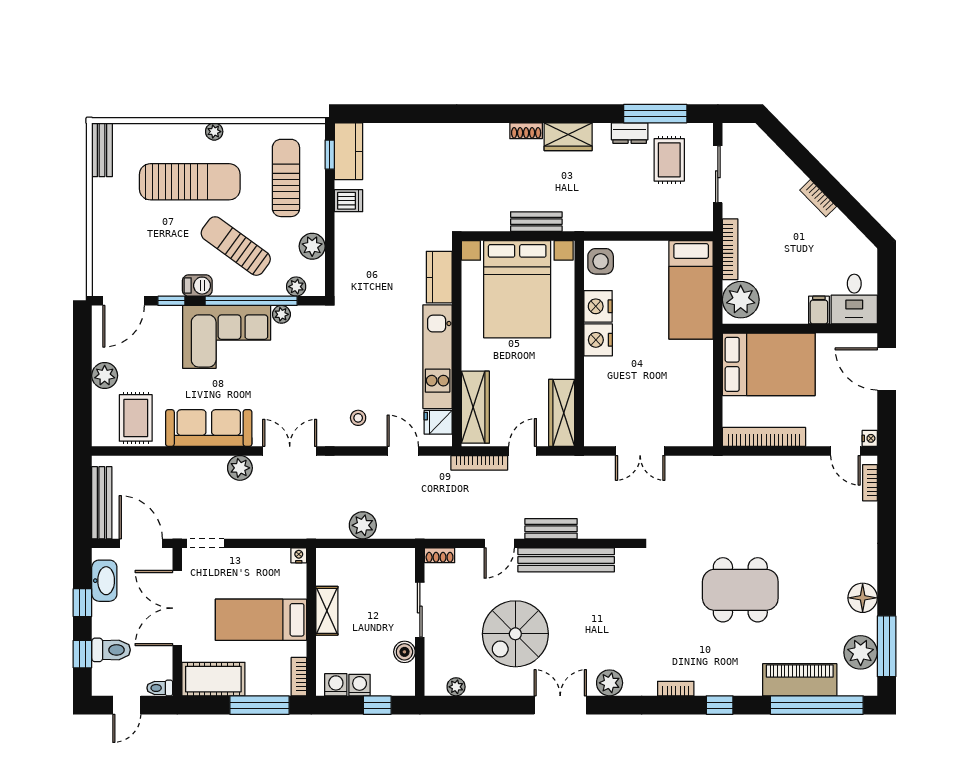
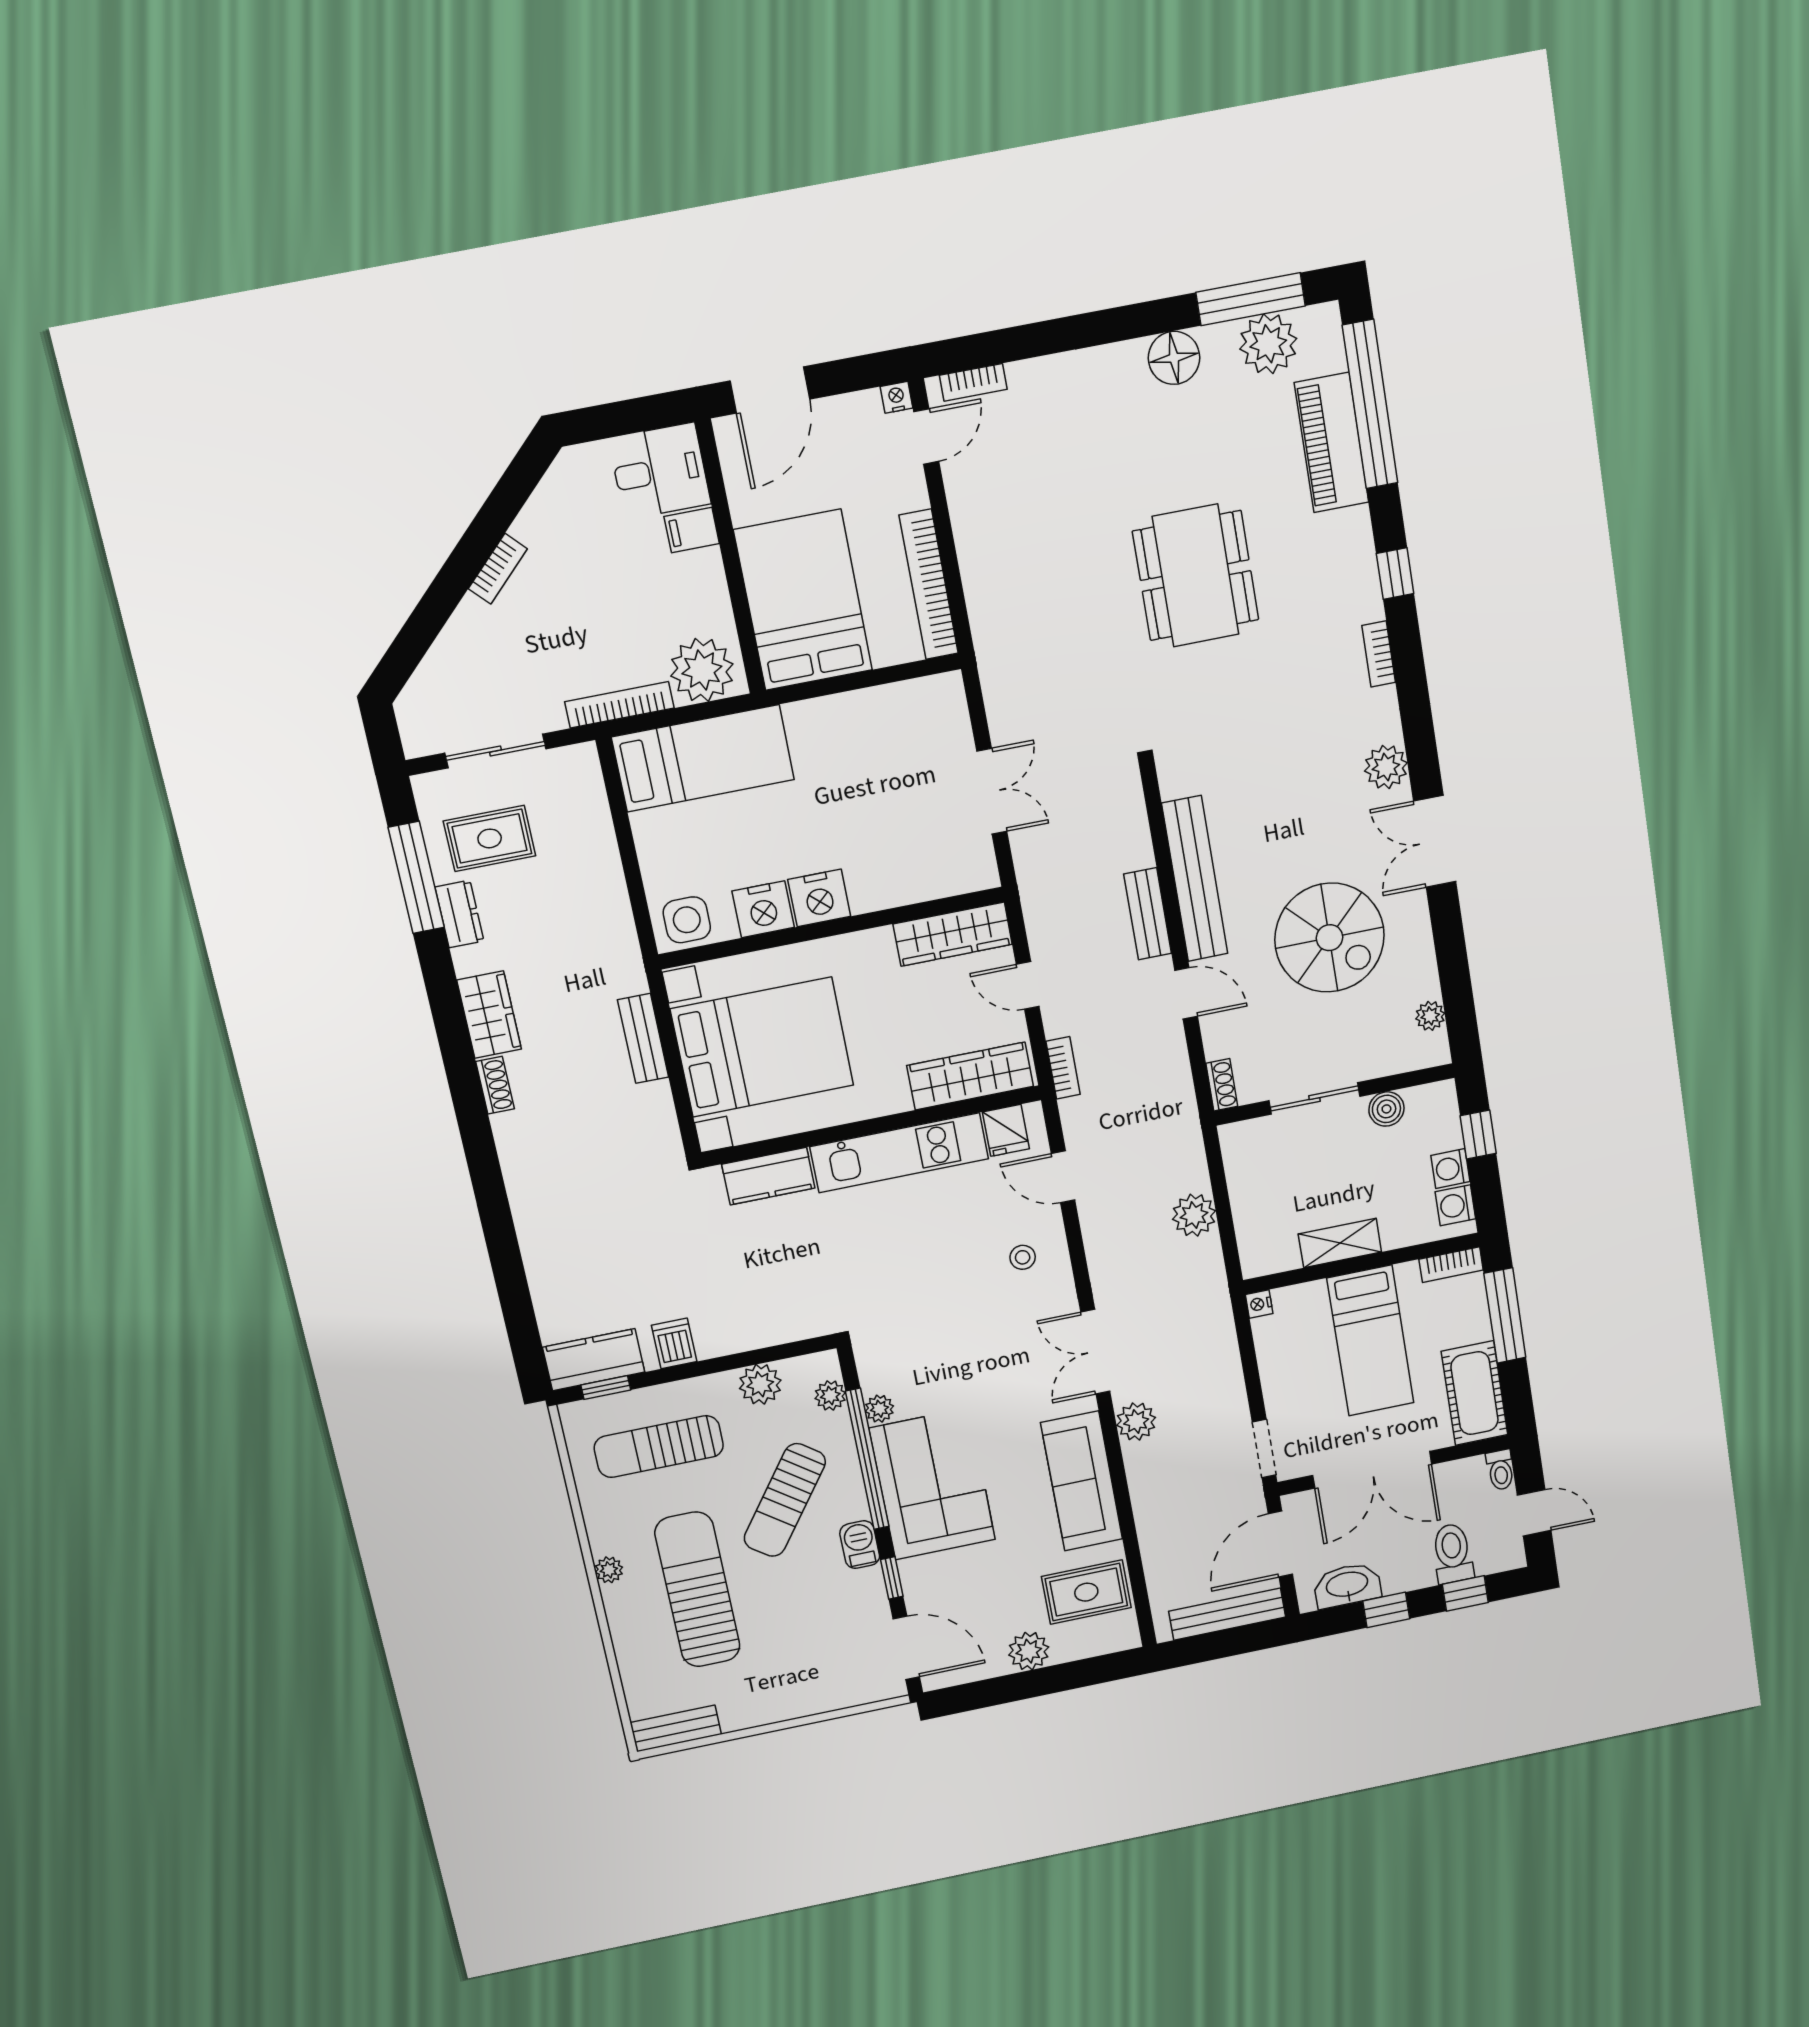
door: (403, 451) -> (1063, 1177), hinge flipped
bookcase: (479, 463) -> (1063, 1068), width x0.64

